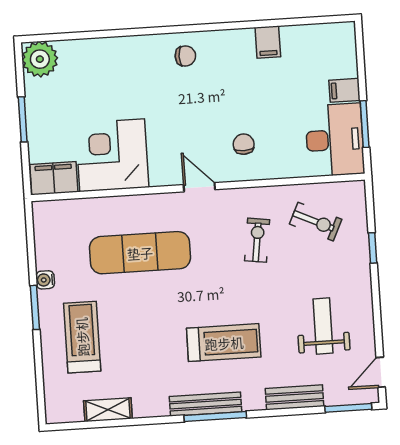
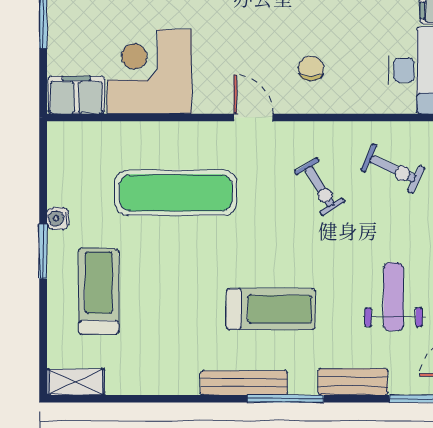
exercise bike: (257, 240) -> (320, 187), turned 140
shelving: (108, 410) -> (76, 382), moved
window: (215, 417) -> (286, 399), moved

